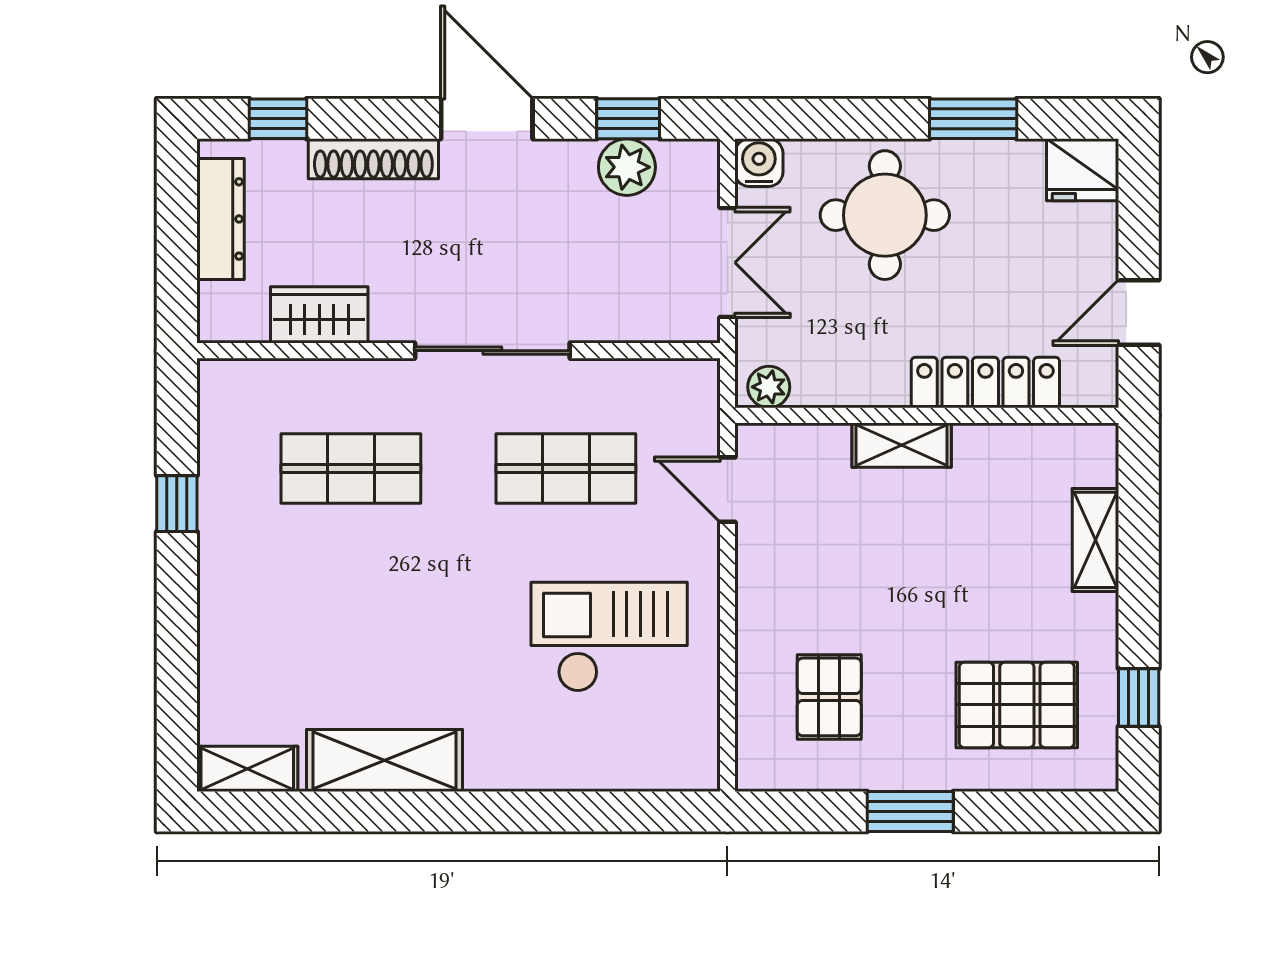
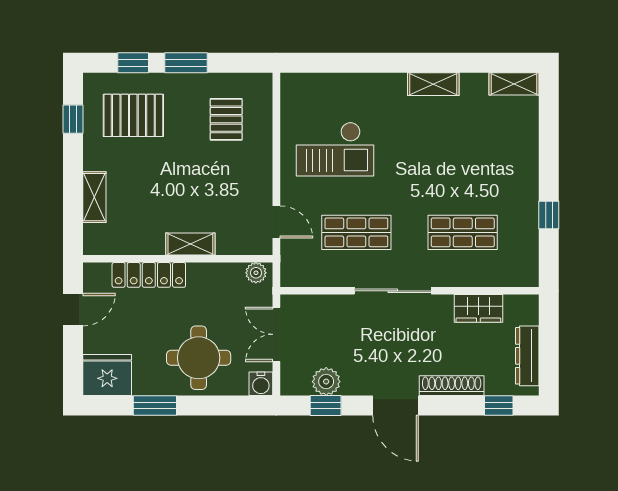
fridge: (1083, 170) -> (107, 375), width x1.36, depth x1.34
shelving: (385, 760) -> (433, 84), width x0.67, depth x0.75
window: (1017, 811) -> (133, 63), added

